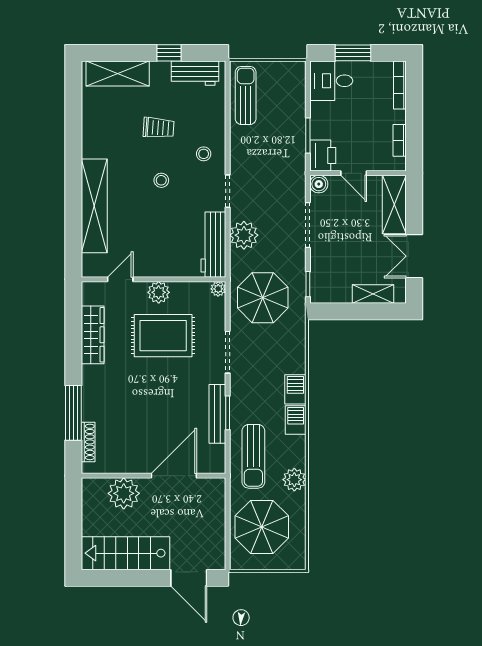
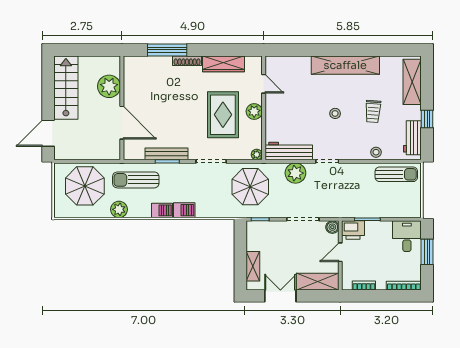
stool: (204, 154) -> (376, 152), moved
shelving: (94, 206) -> (345, 65), moved
shoe rack: (88, 442) -> (187, 61), moved

